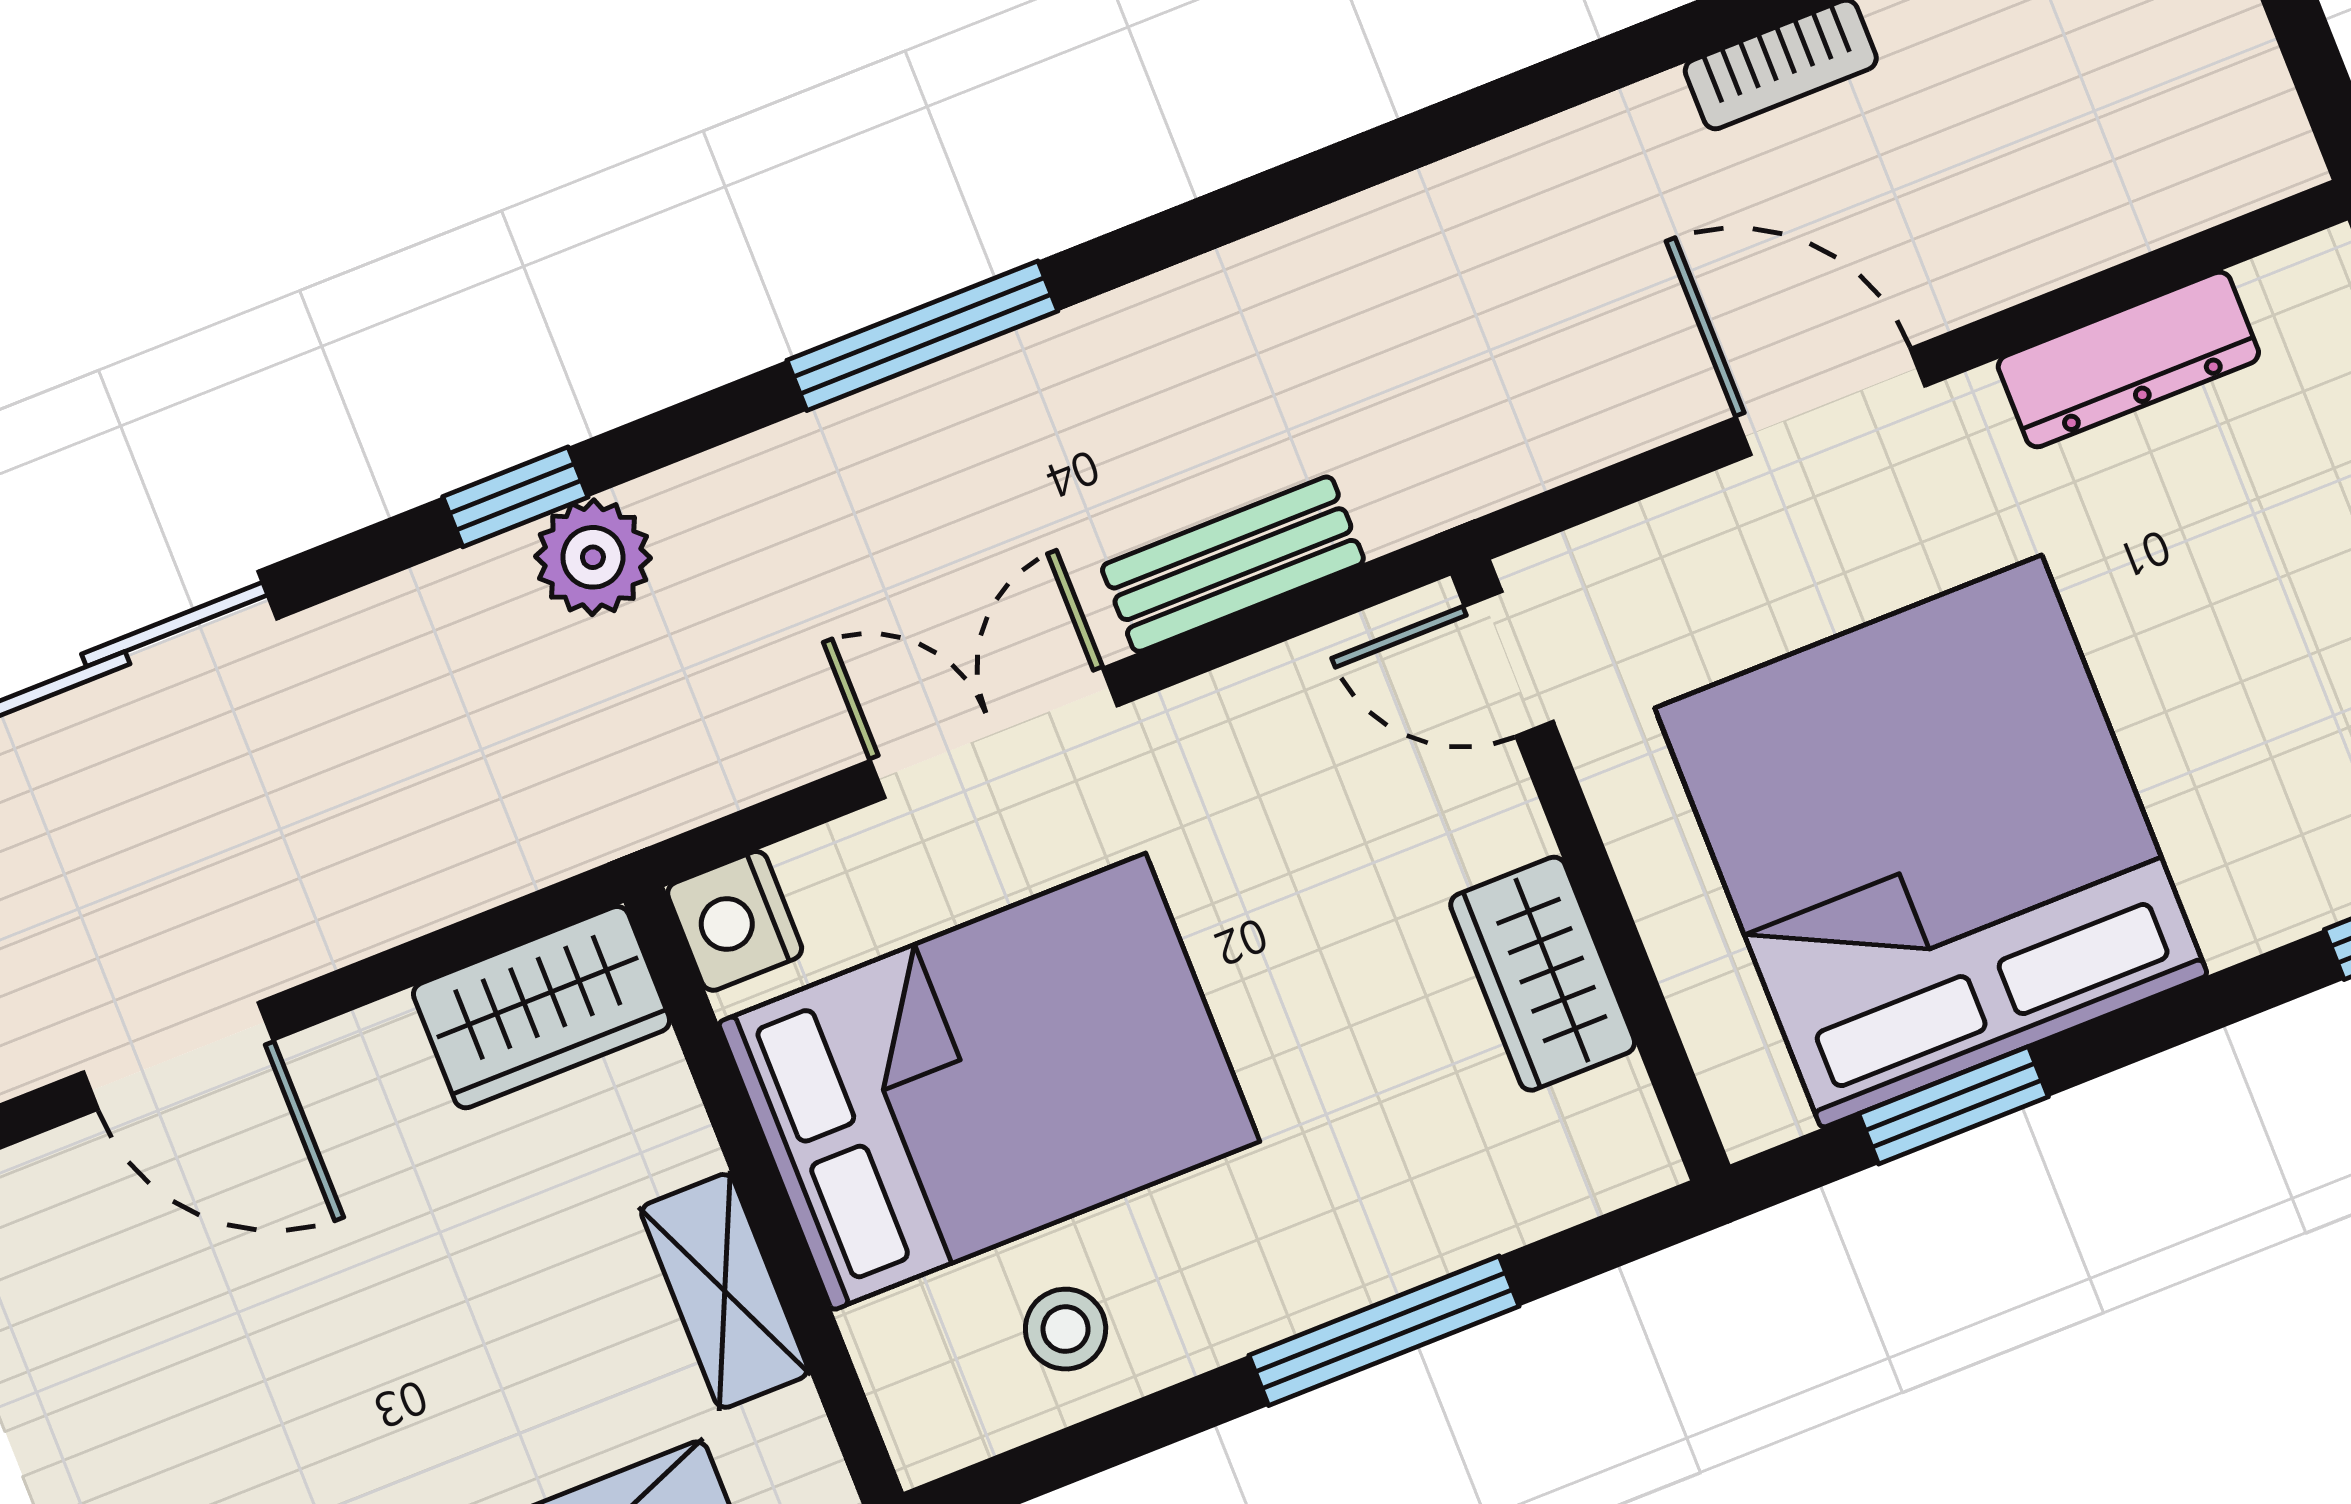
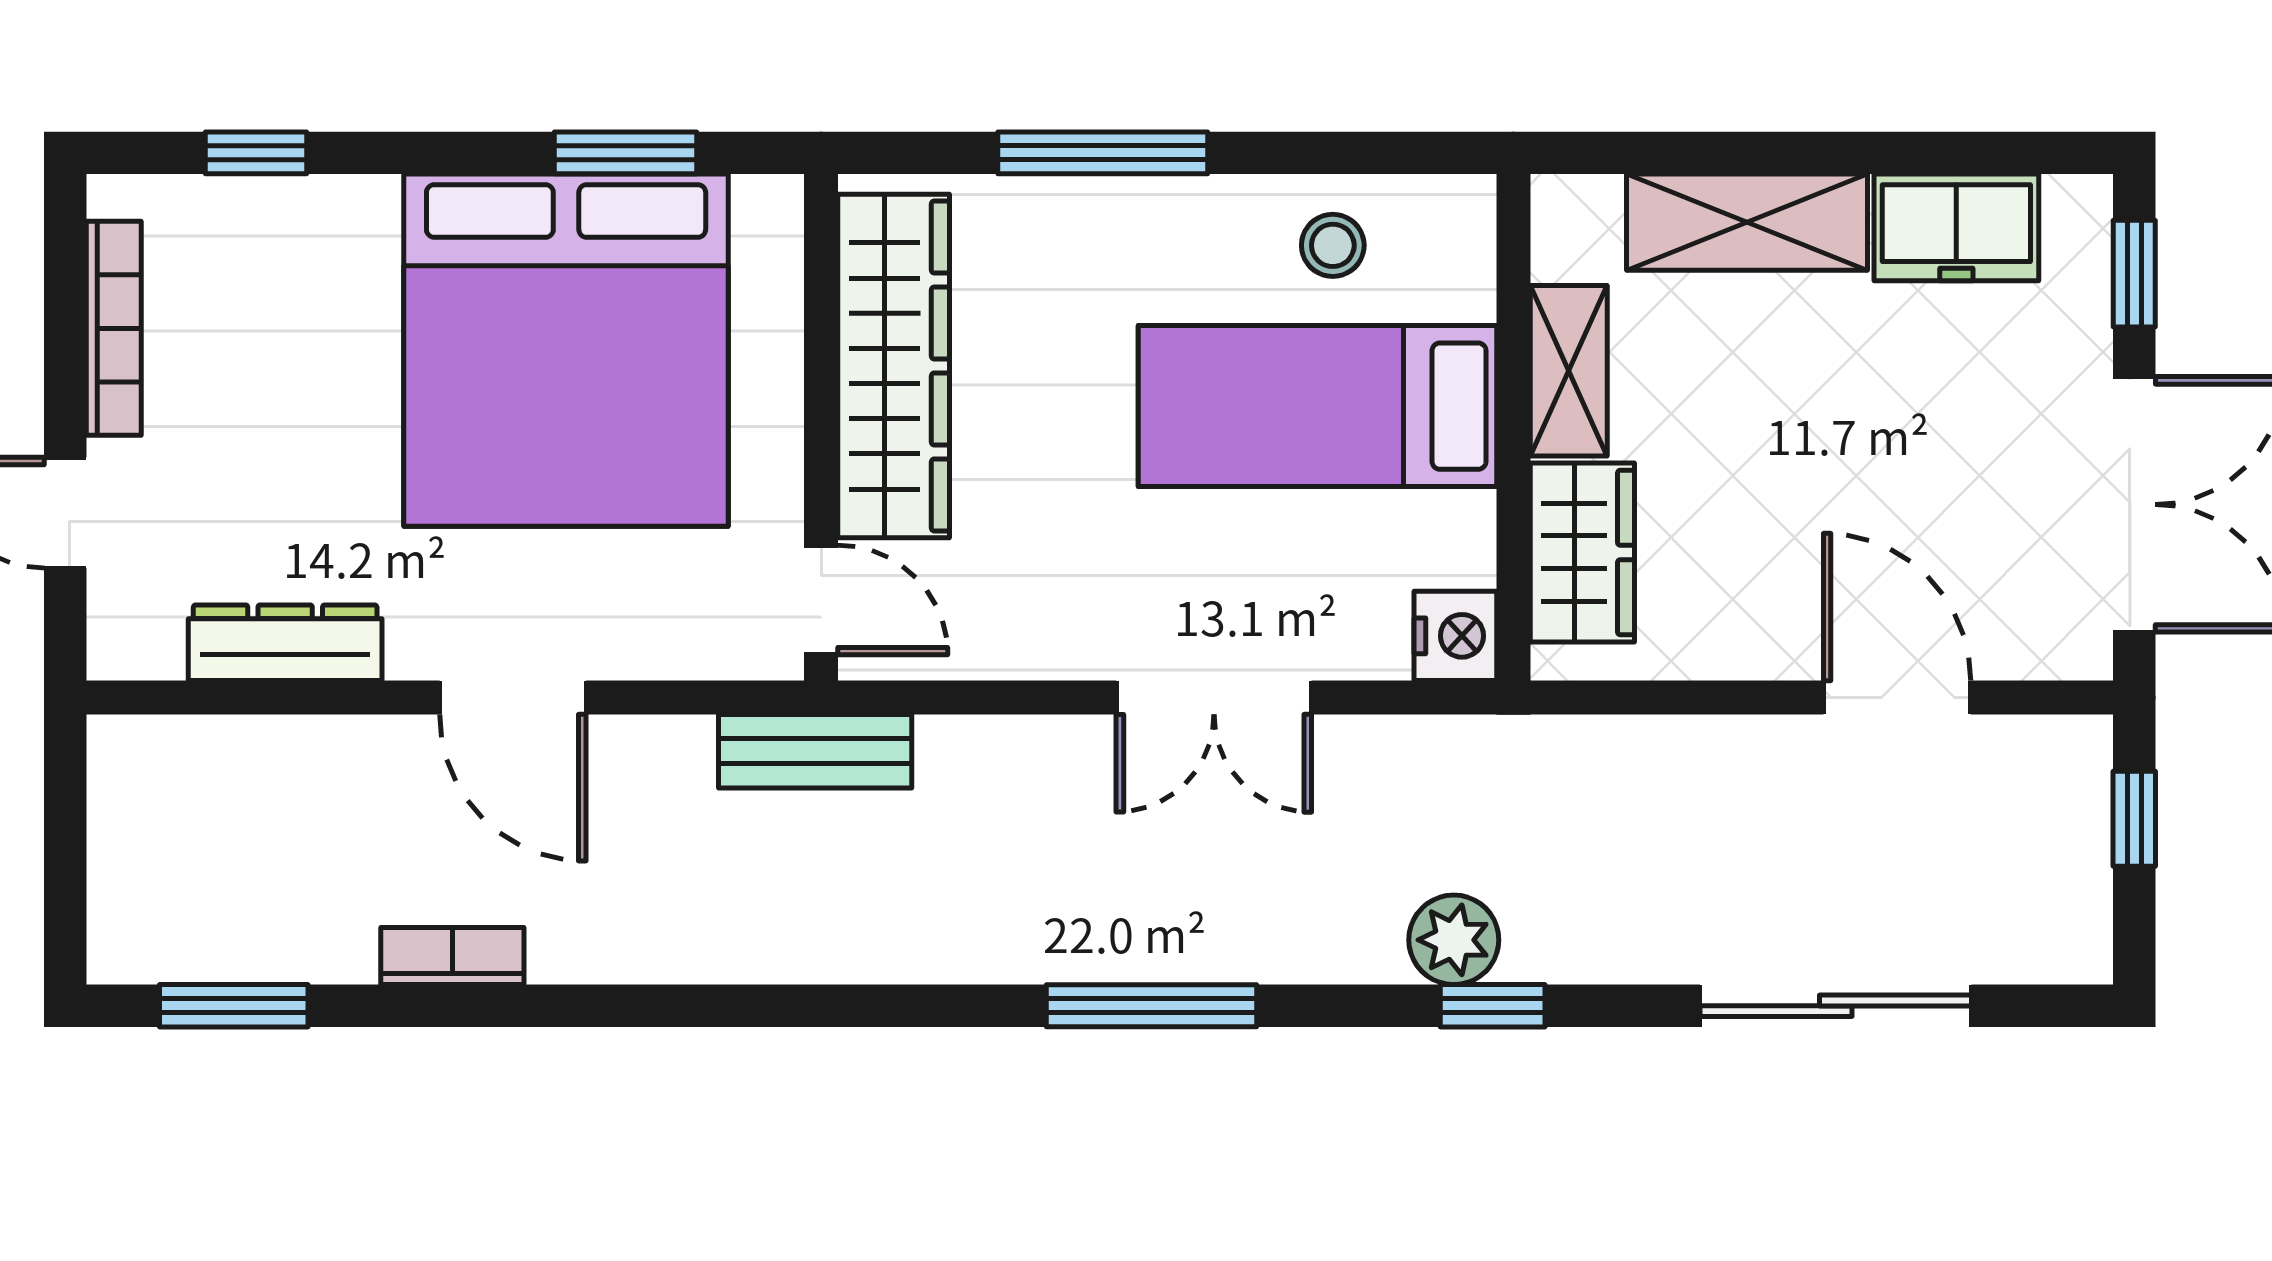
bench: (1233, 564) -> (815, 751), moved
wardrobe: (1543, 974) -> (894, 366), width x2.10, depth x1.17
wardrobe: (542, 1007) -> (1582, 552), moved, turned 90
bed: (989, 1082) -> (1317, 406), width x0.67

